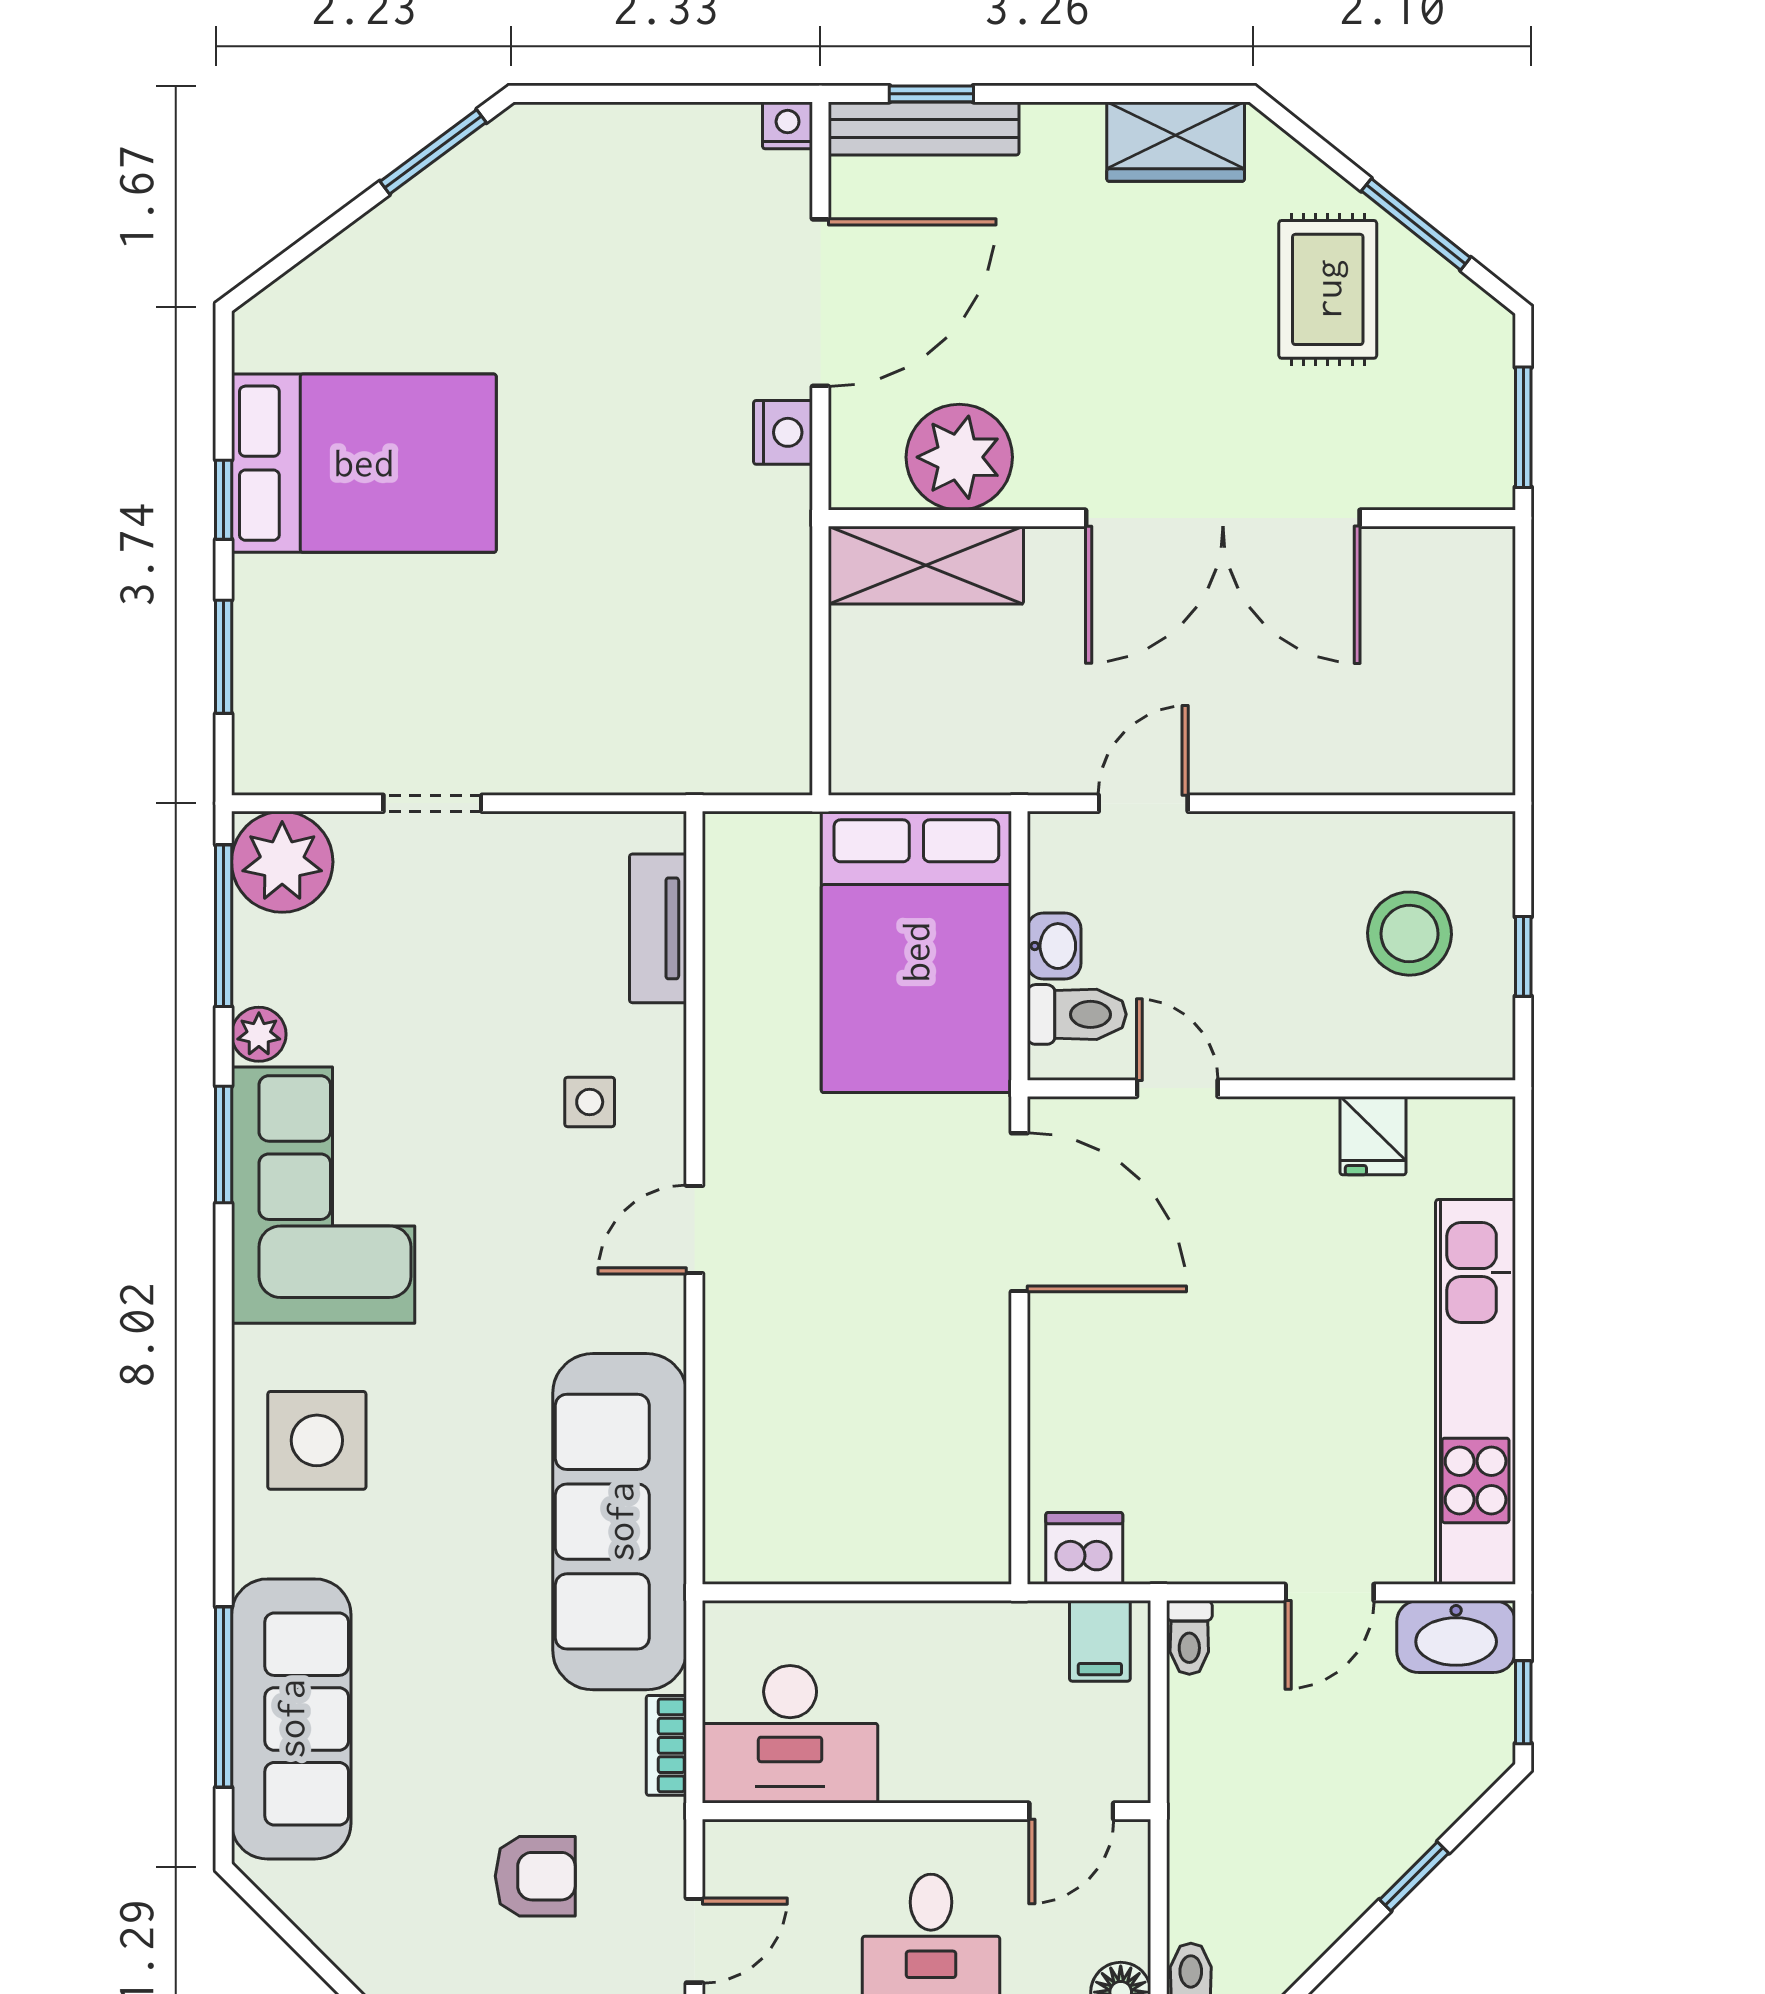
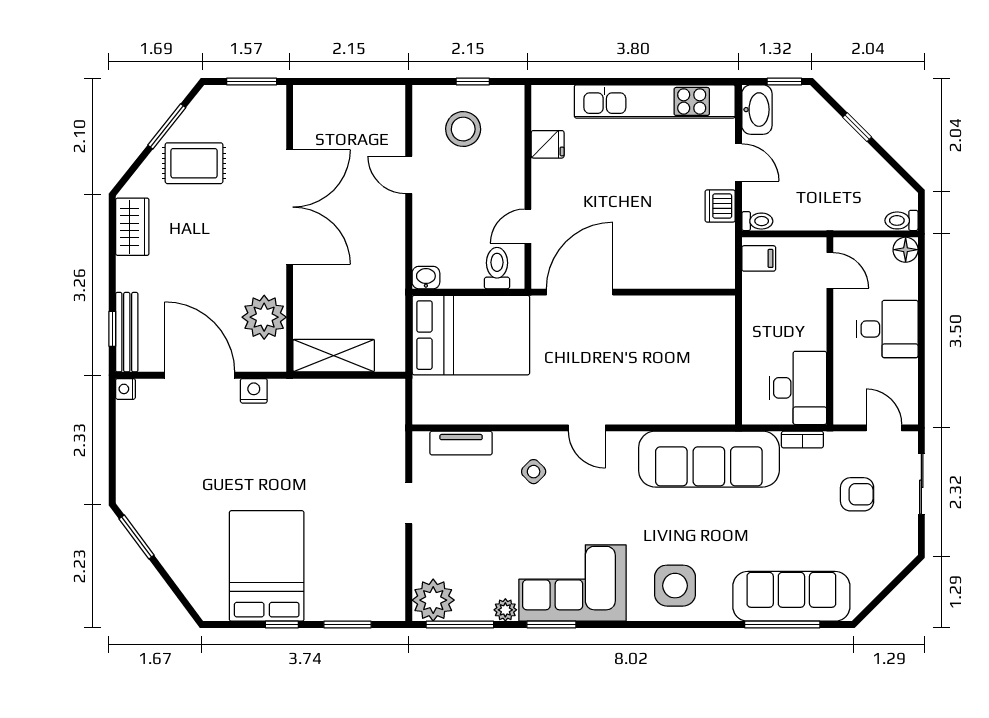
shelving: (926, 565) -> (334, 356), moved, turned 90
doorway: (432, 803) -> (409, 503), moved
door: (1143, 803) -> (409, 175), moved
washbasin: (1054, 946) -> (426, 278), moved
side table: (590, 1102) -> (534, 472), turned 45
dishwasher: (1084, 1548) -> (720, 206), moved
armchair: (535, 1876) -> (857, 494), turned 90

